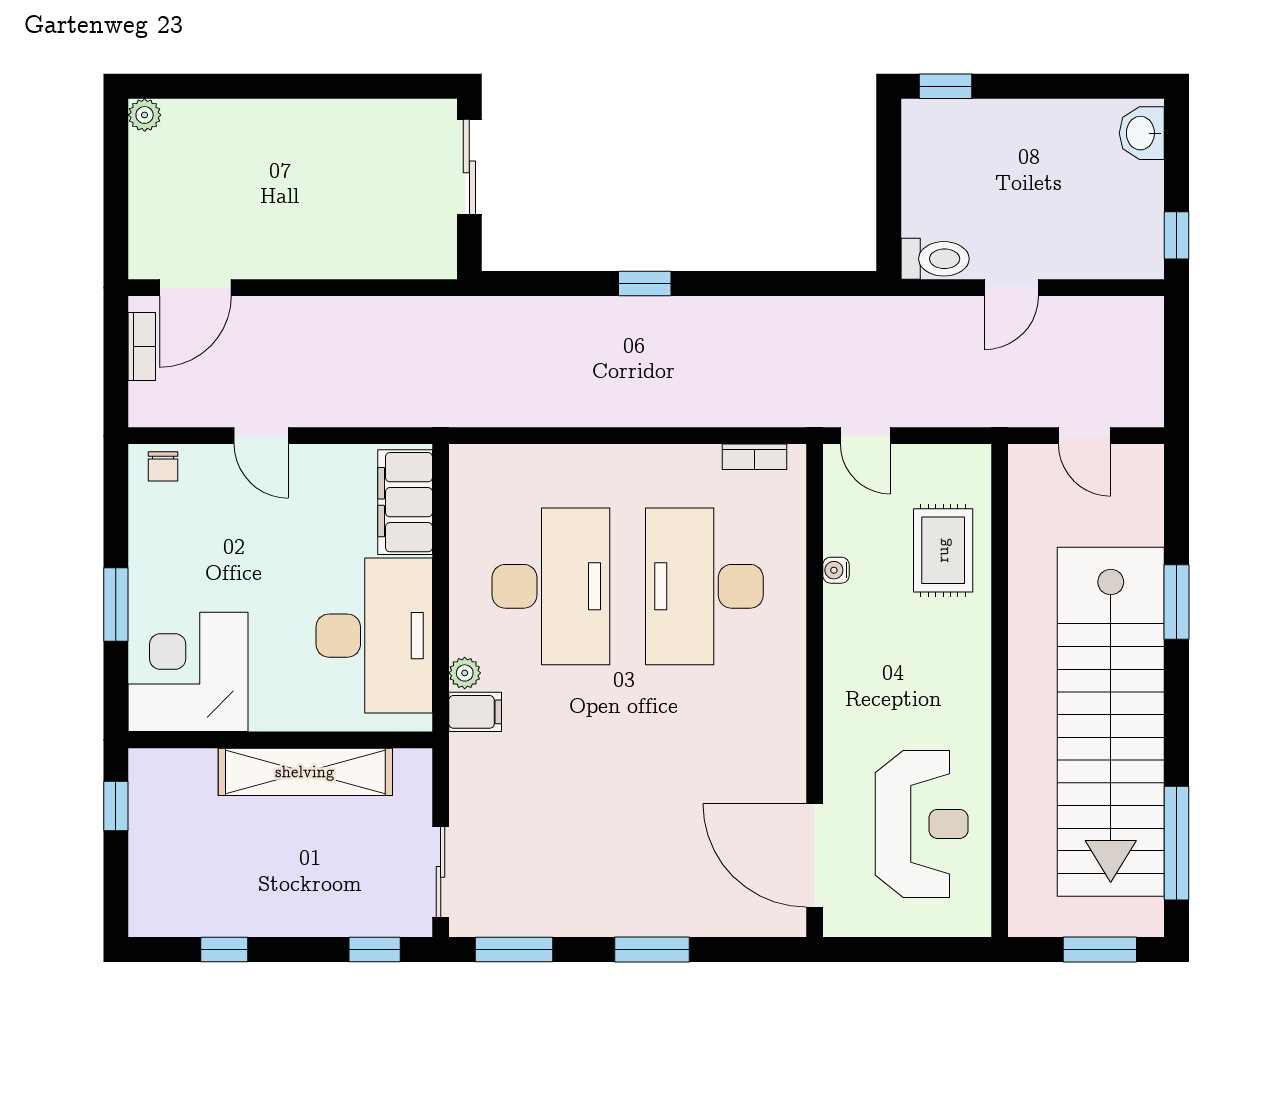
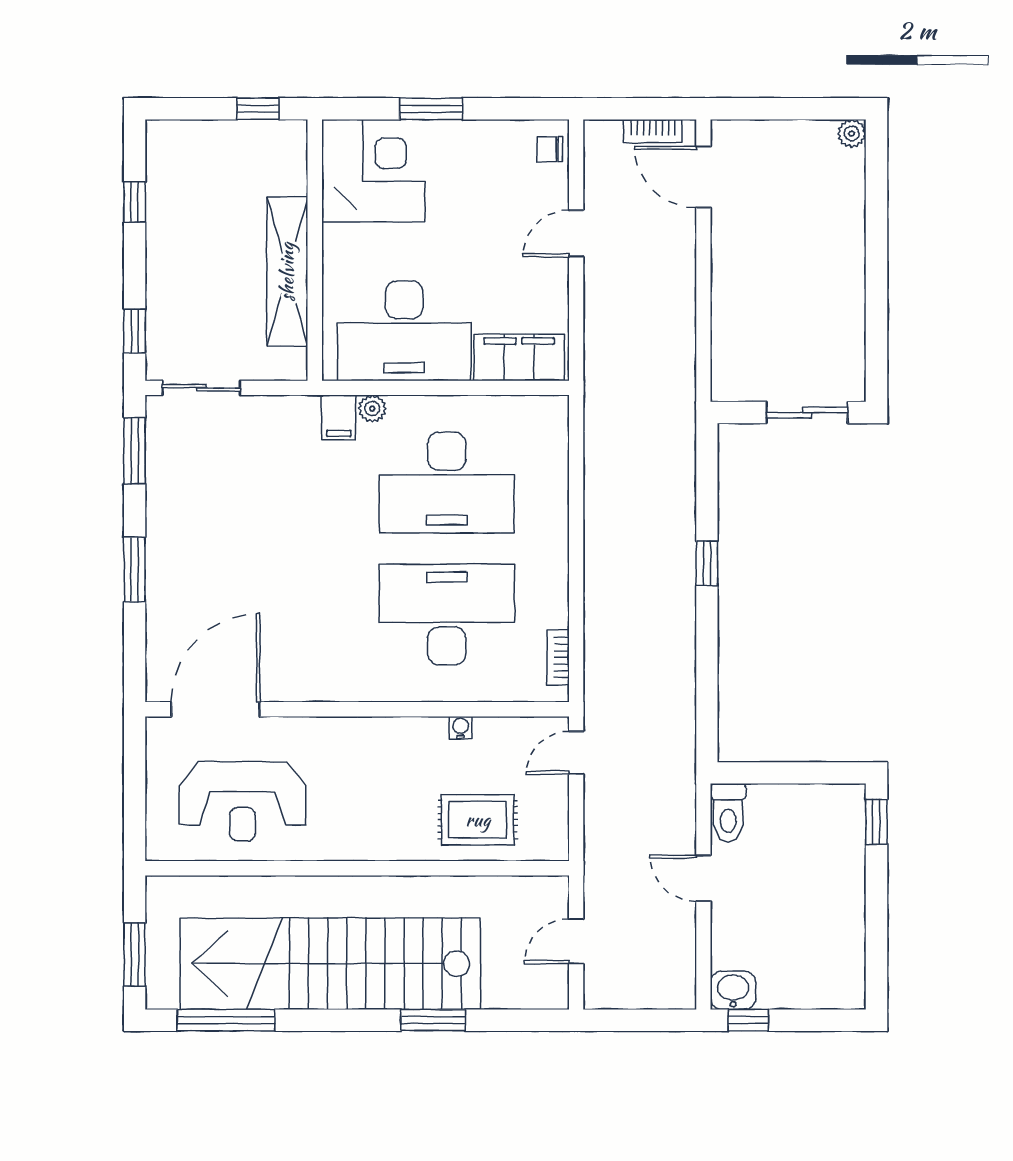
washbasin: (1142, 133) -> (733, 990), moved

